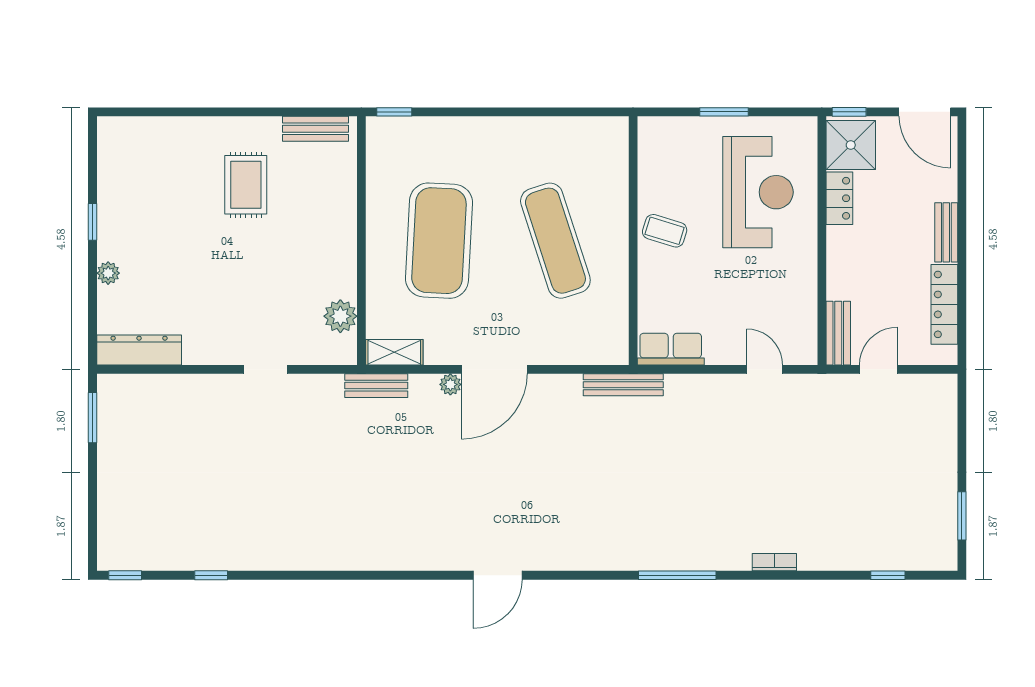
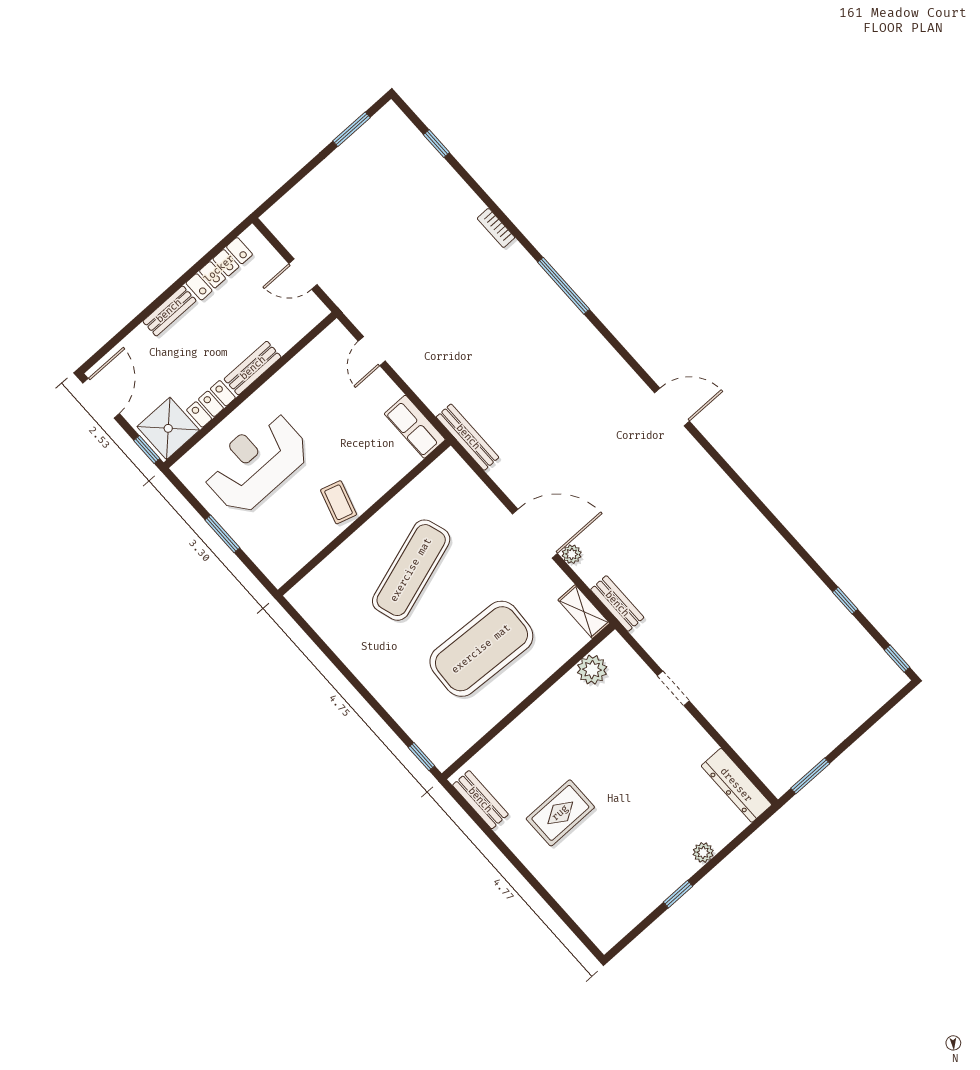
bench: (838, 333) -> (253, 368), moved

